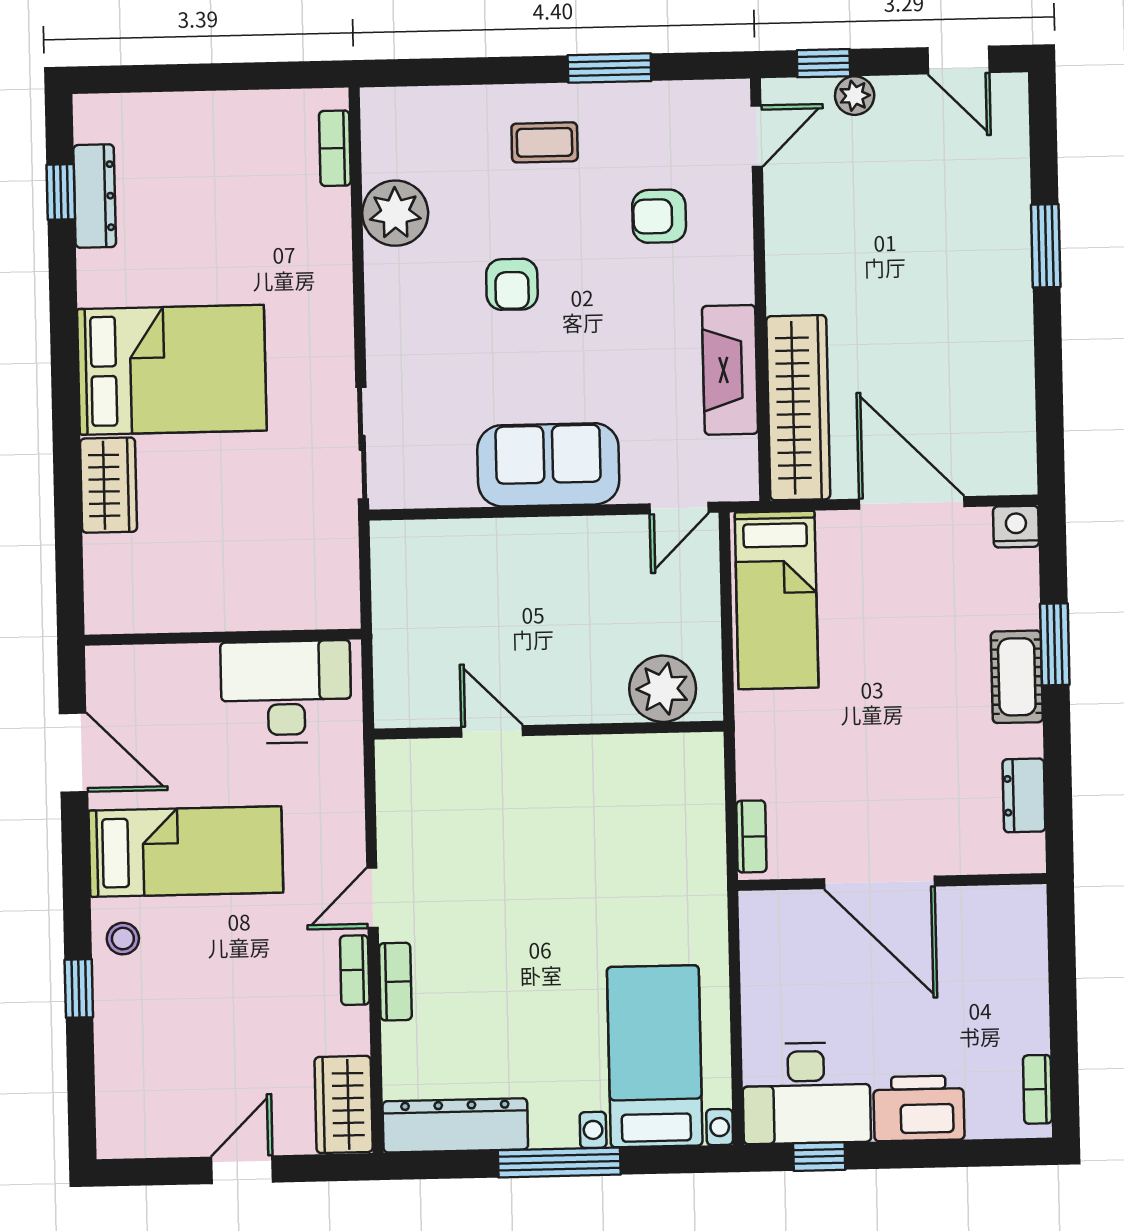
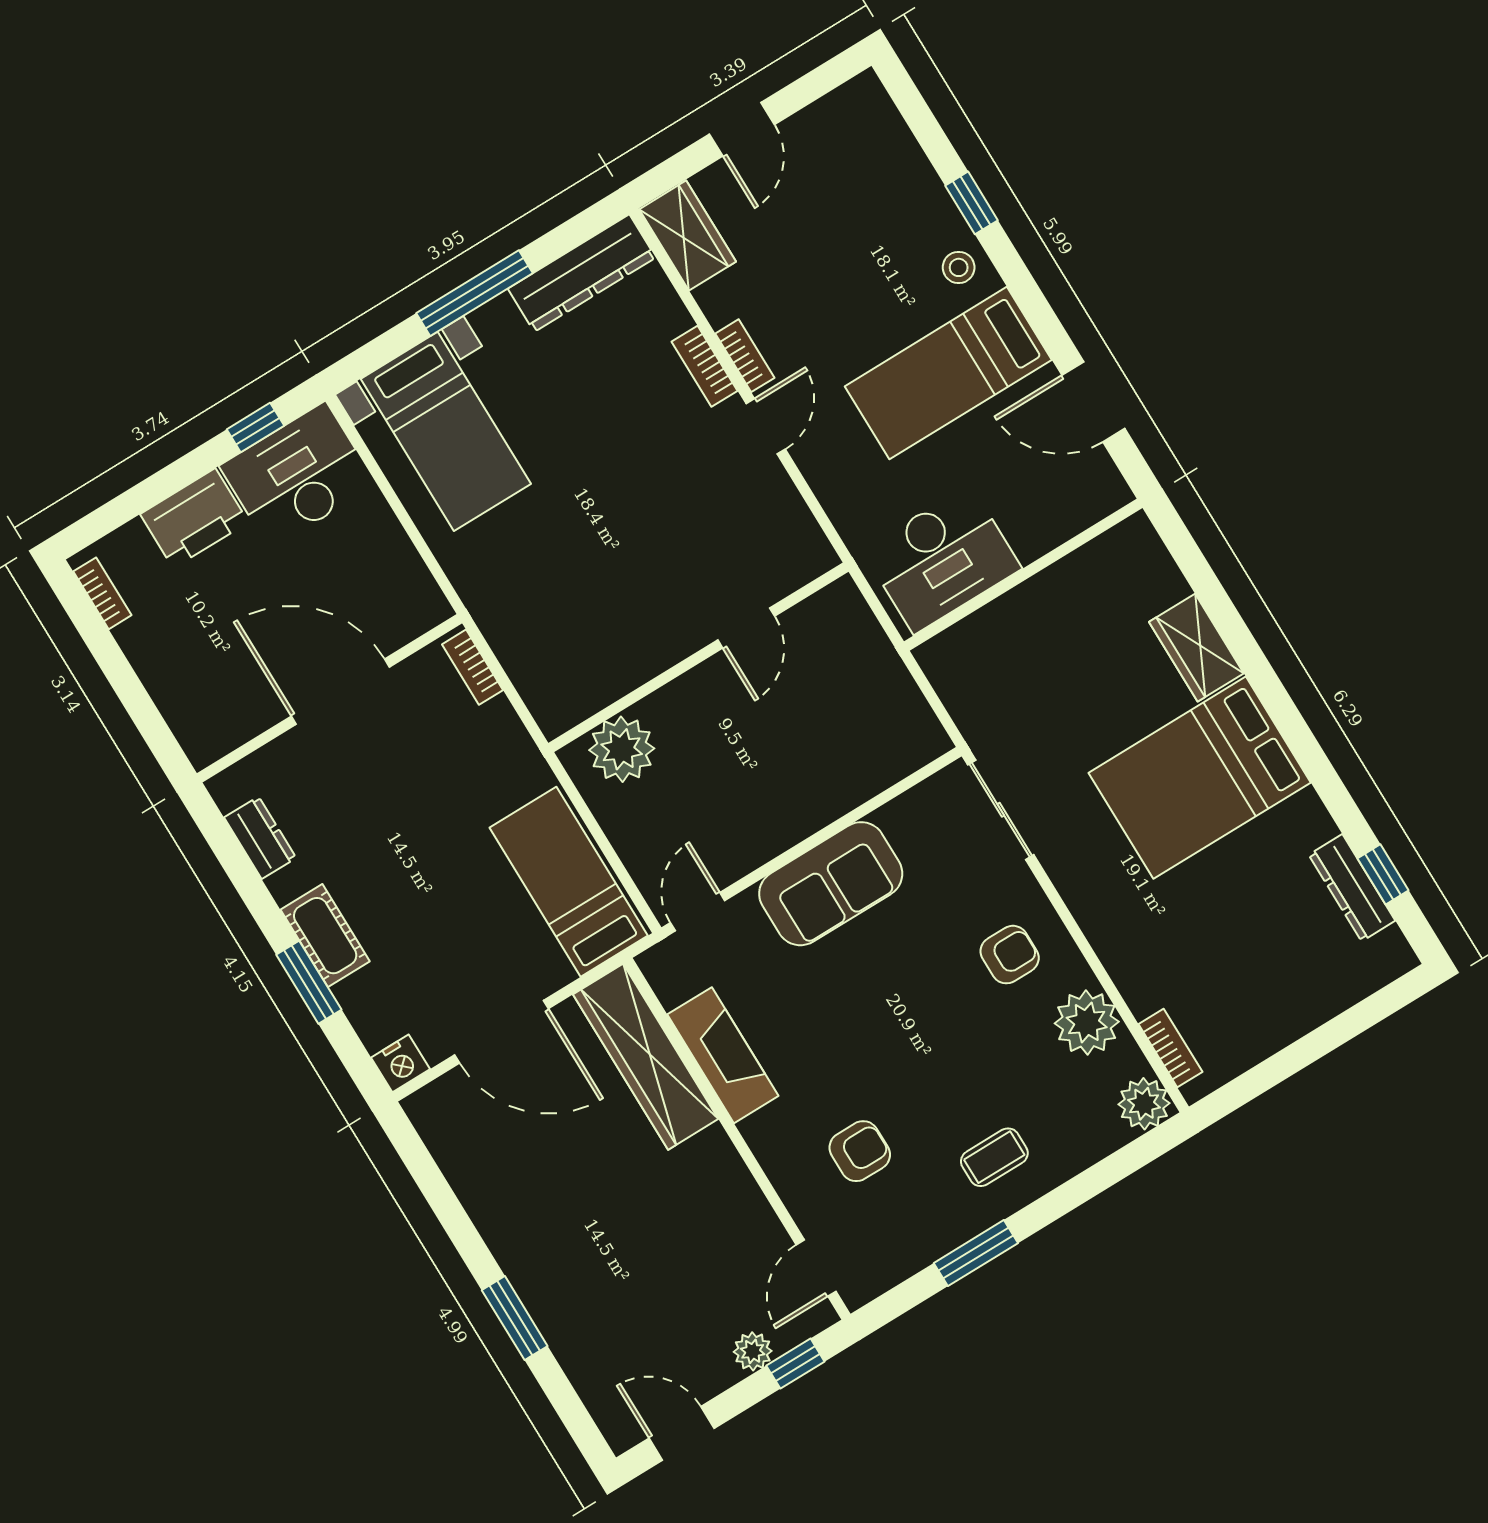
plant: (386, 113) -> (1144, 1104), added
armchair: (512, 284) -> (1010, 955), moved, turned 90
door: (492, 731) -> (746, 628), hinge flipped

